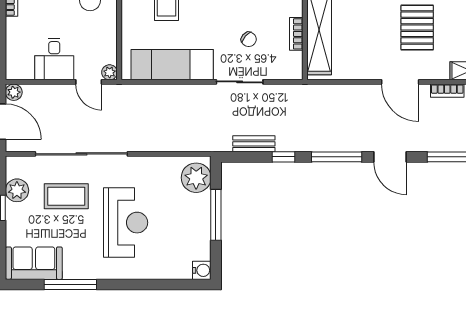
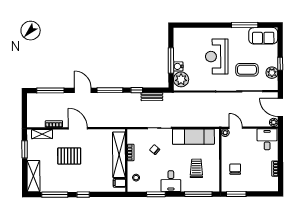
pallet: (417, 28) -> (69, 156), turned 90
desk: (54, 59) -> (267, 139), moved
water cooler: (202, 270) -> (178, 66), moved

